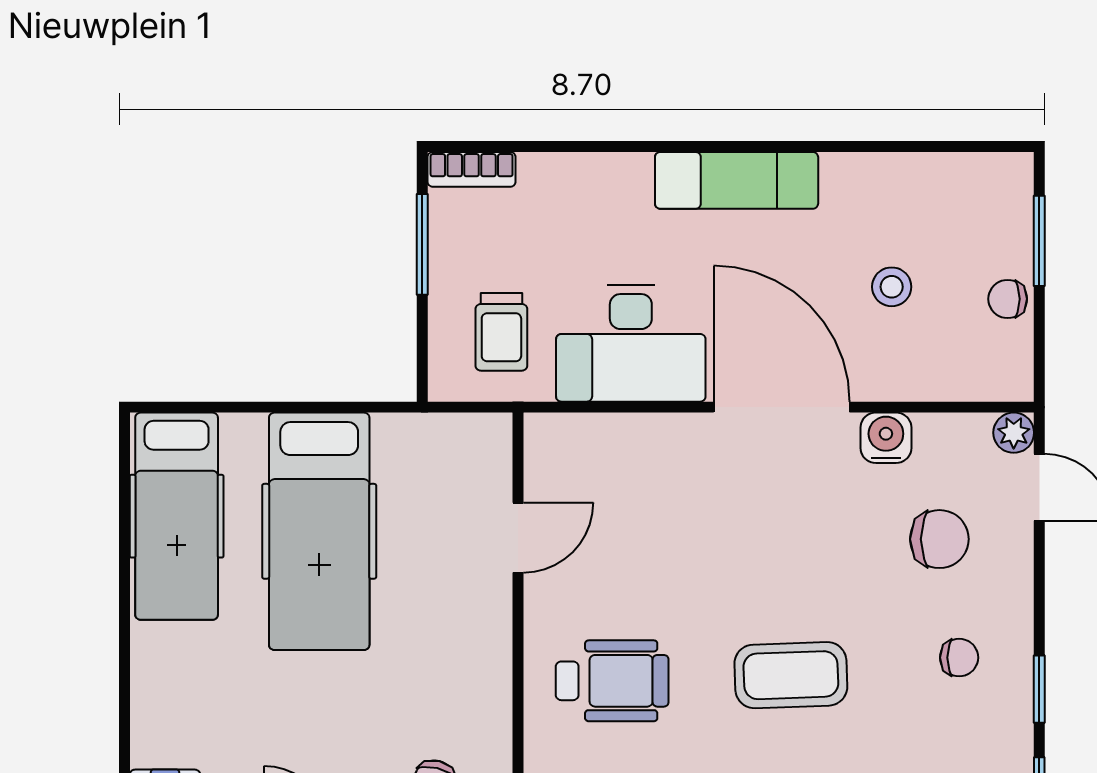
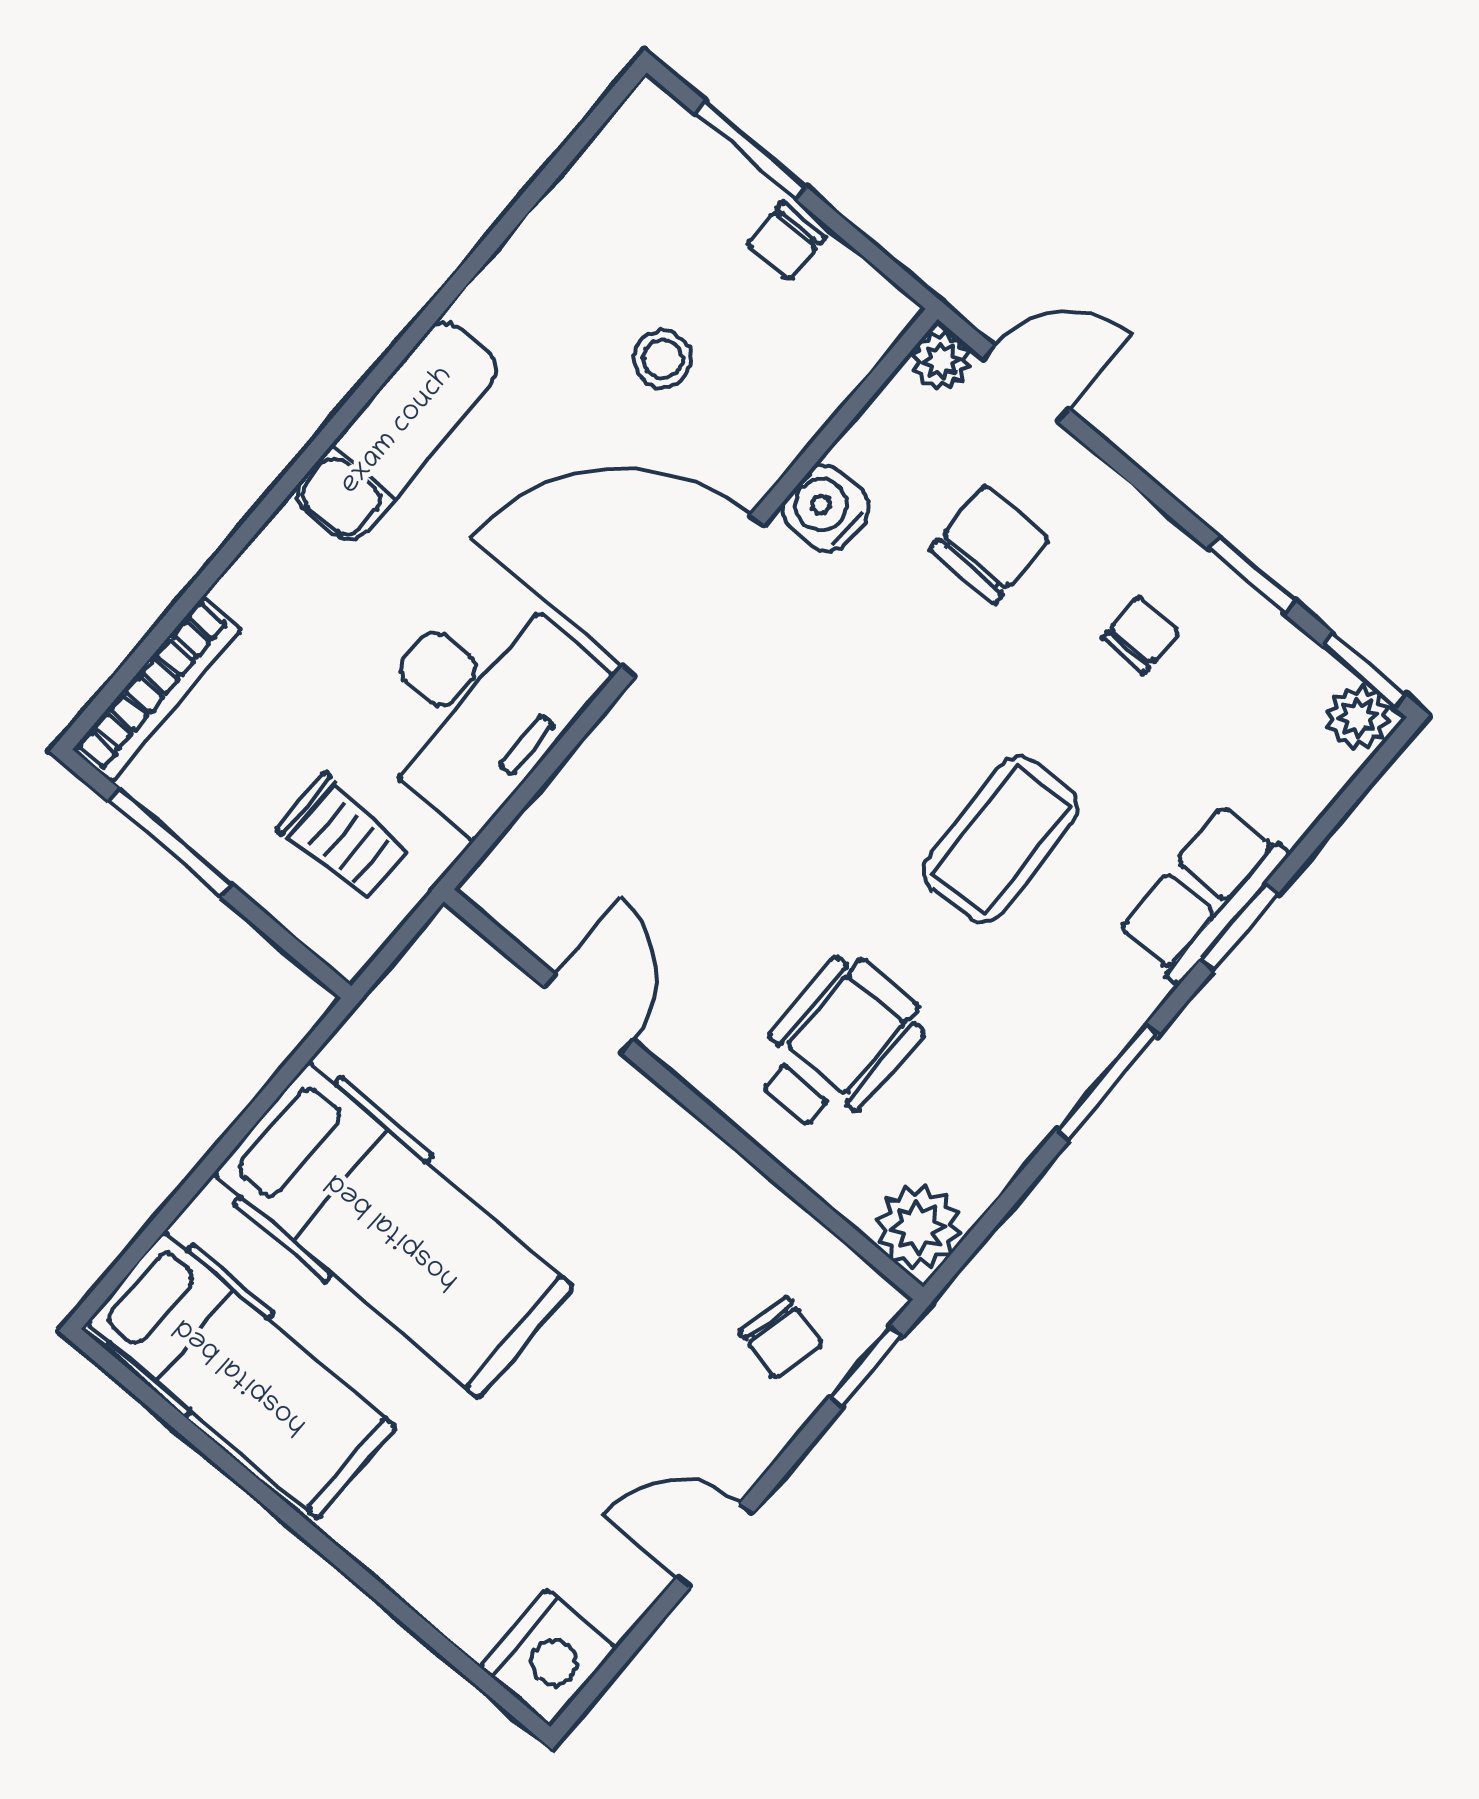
bookcase: (472, 169) -> (157, 689), width x1.56

